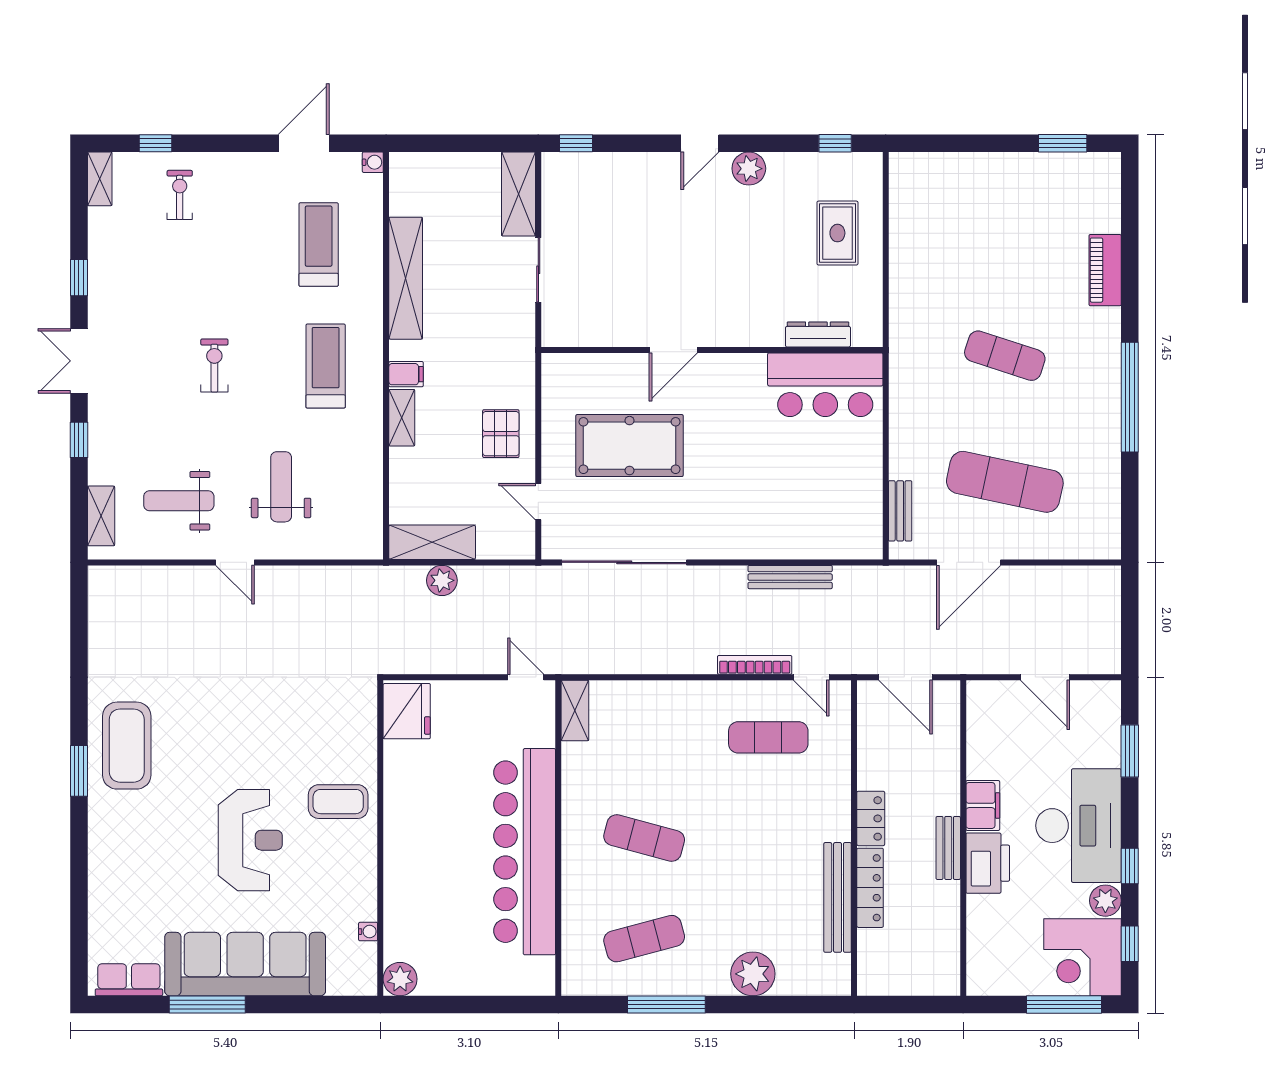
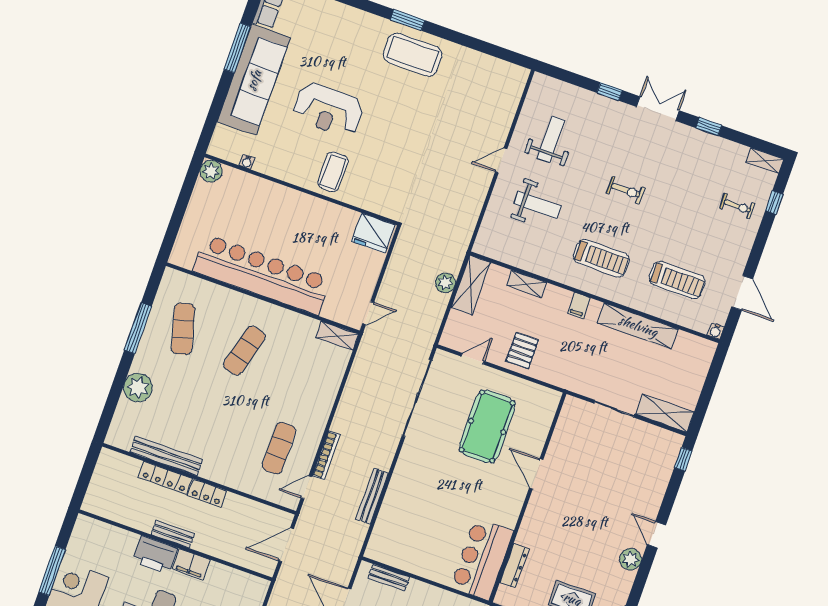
shelving: (402, 418) -> (526, 284), moved
pallet: (501, 434) -> (522, 350), turned 90
shelving: (101, 516) -> (558, 89), removed

